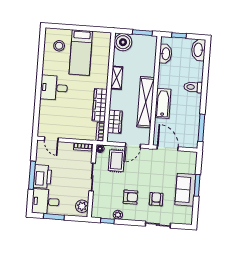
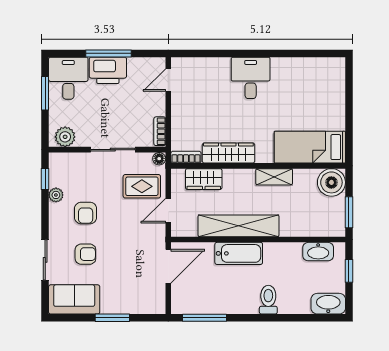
stool: (59, 46) -> (318, 81), removed
bed: (81, 53) -> (310, 147), moved
door: (133, 145) -> (168, 211), hinge flipped
sofa: (185, 190) -> (74, 299), moved

